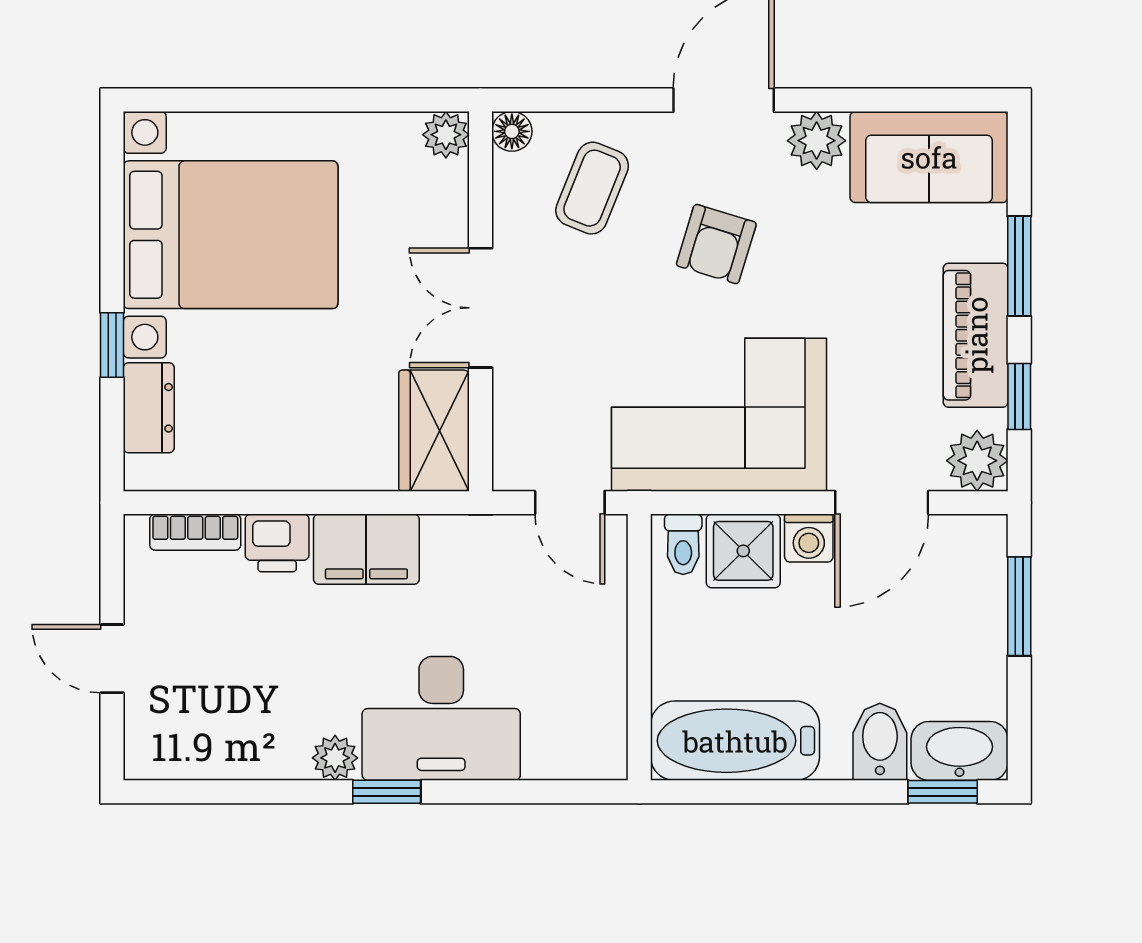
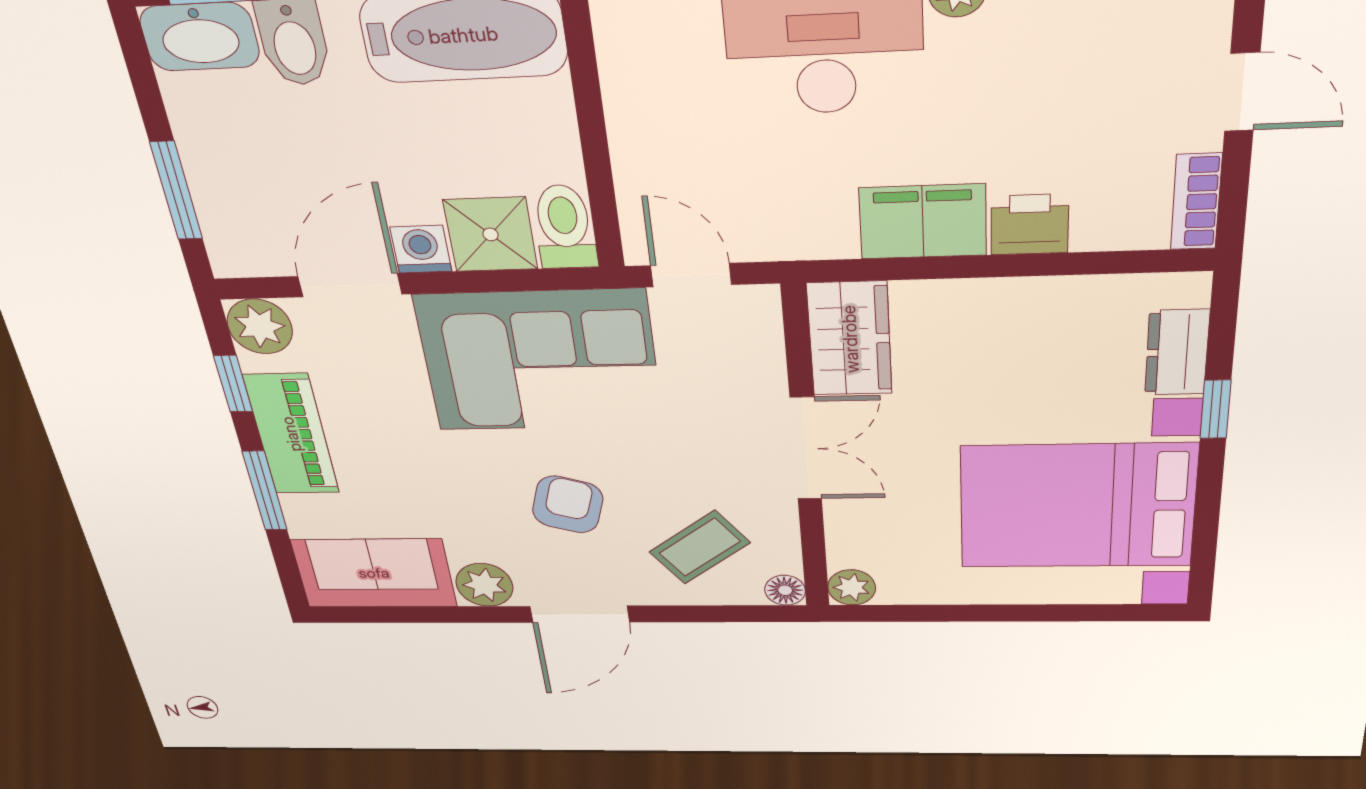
coffee table: (592, 188) -> (700, 547), turned 31
bookcase: (195, 532) -> (1196, 202), moved, turned -90
toilet: (683, 544) -> (564, 227), width x1.37, depth x1.39

